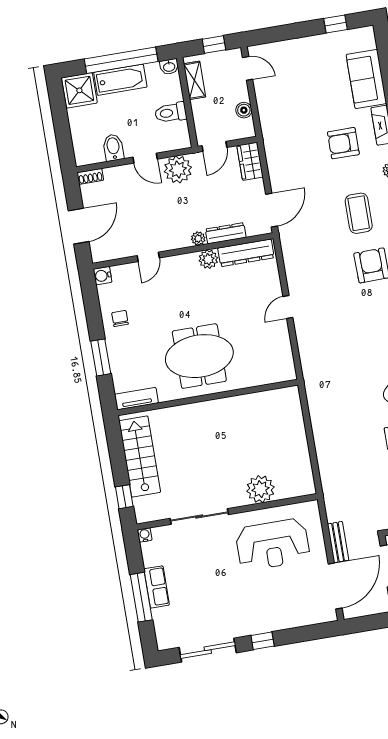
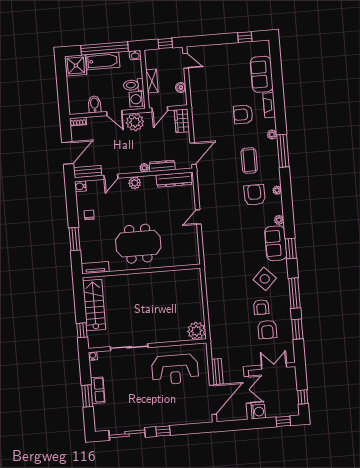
shelving: (195, 80) -> (152, 81), moved
washing machine: (178, 134) -> (137, 99), added
bench: (112, 252) -> (88, 172), added
plant: (208, 259) -> (135, 183), moved
plant: (260, 489) -> (196, 331), moved
window: (141, 597) -> (87, 396), width x0.69

